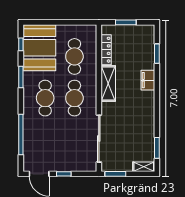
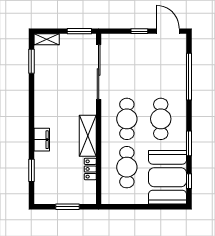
locker: (106, 50) -> (90, 169), width x0.66

